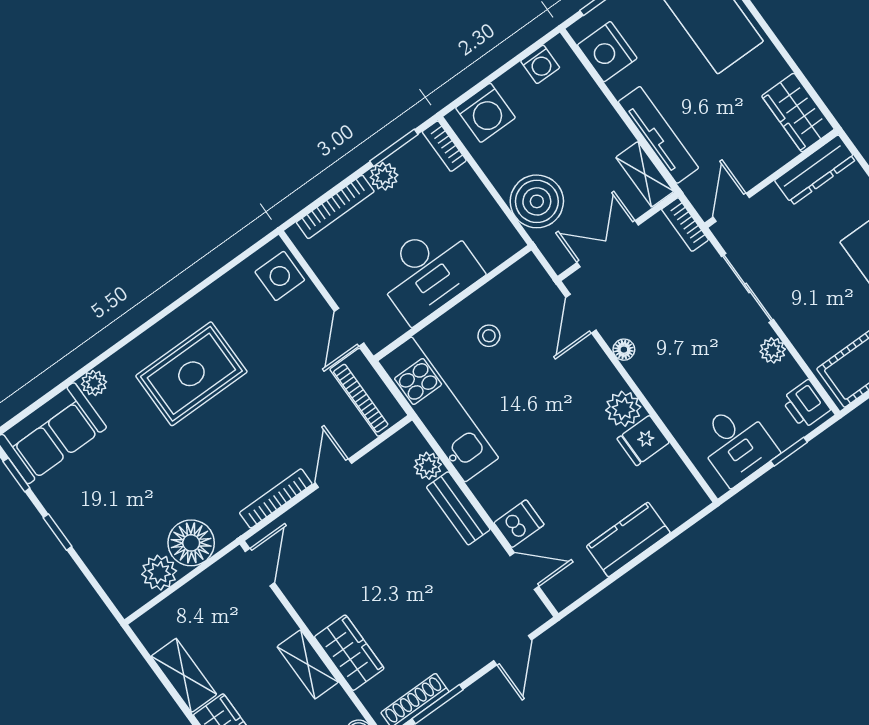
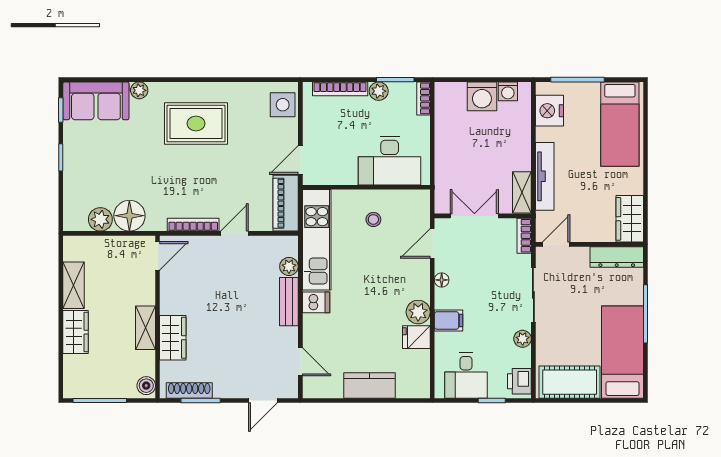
washing machine: (485, 113) -> (482, 96), moved
boiler: (537, 201) -> (452, 165), removed
desk: (428, 272) -> (390, 161), moved
filing cabinet: (667, 393) -> (449, 320), added
dishwasher: (519, 524) -> (316, 302), moved

